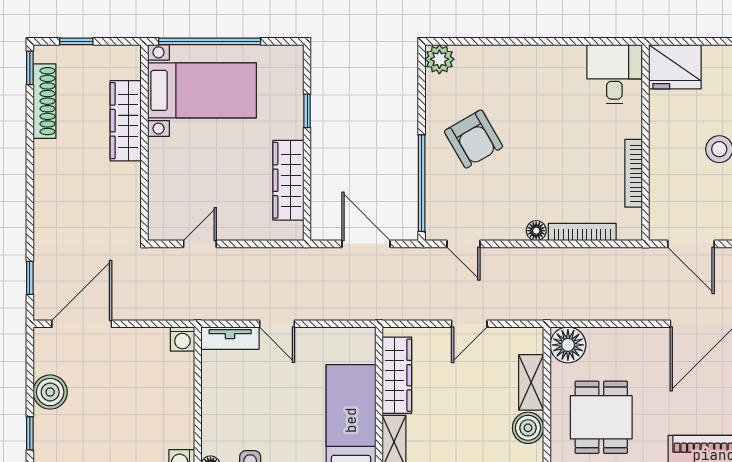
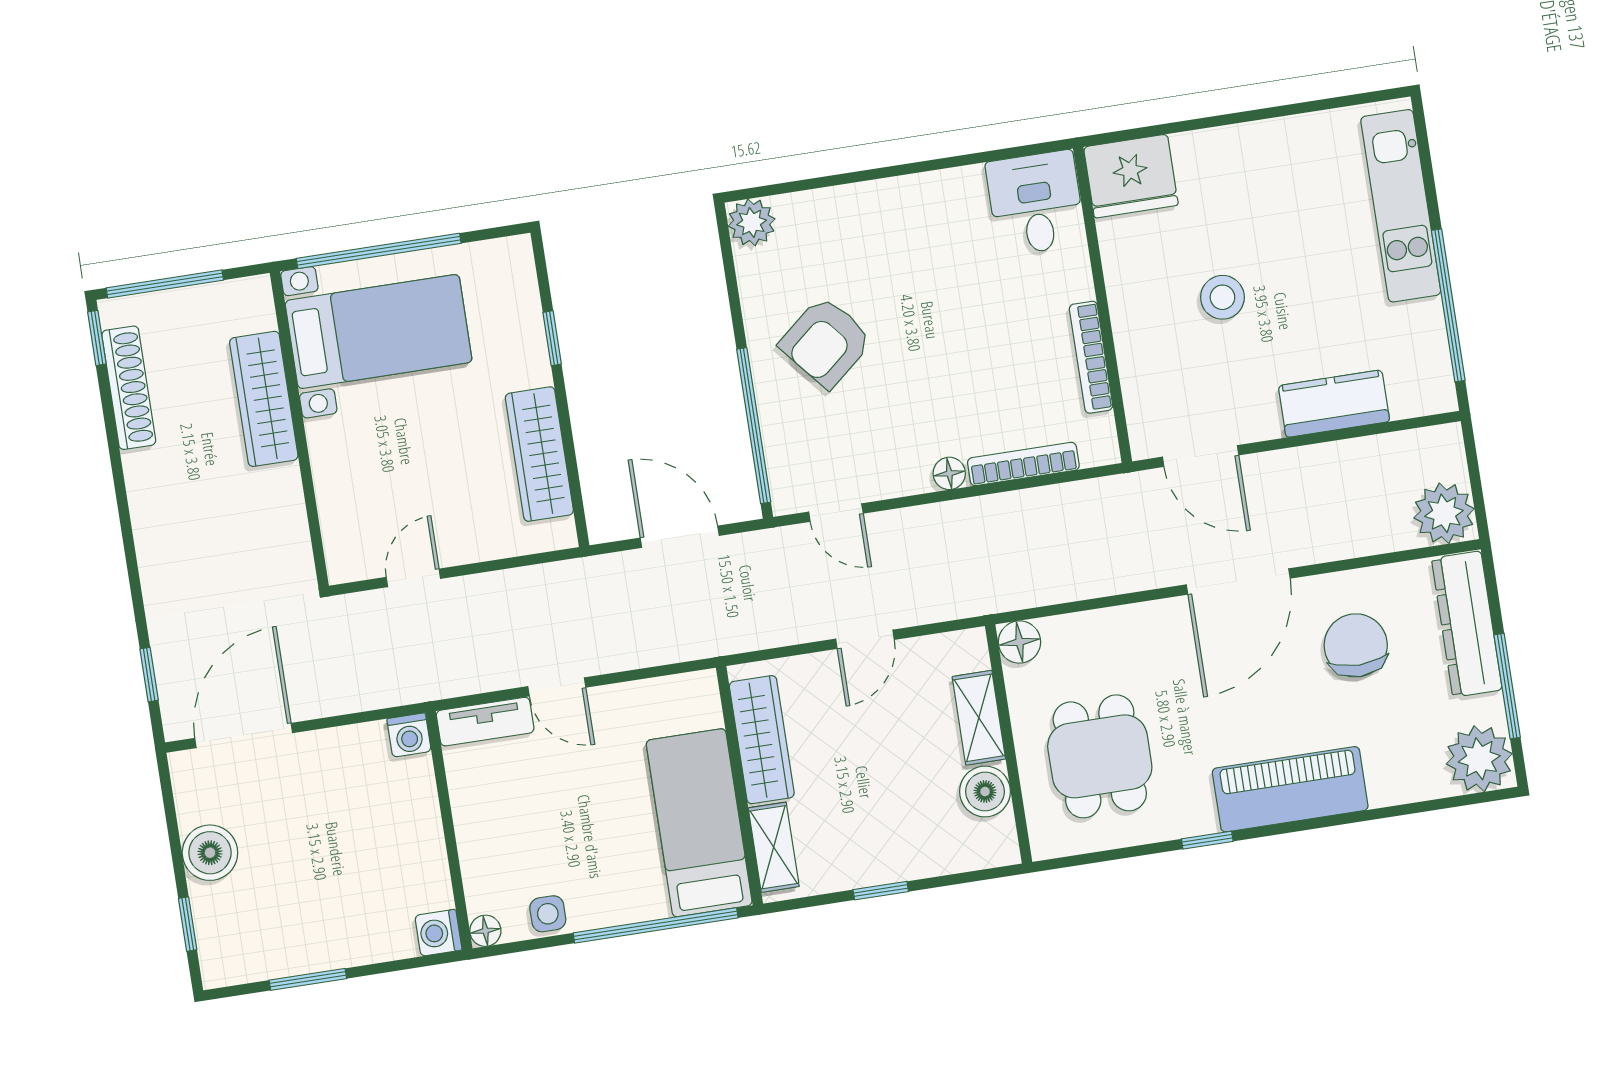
window: (76, 41) -> (165, 284), width x2.17
armchair: (474, 139) -> (826, 342), turned 80
floor lamp: (568, 345) -> (1019, 642), width x0.73, depth x0.73

